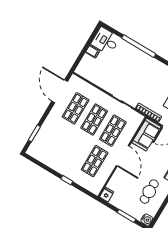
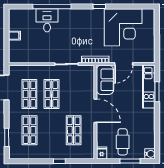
desk: (105, 41) -> (47, 20), moved, turned 90
shop shelf: (113, 131) -> (29, 130), moved
cafe table: (149, 192) -> (123, 142), moved

